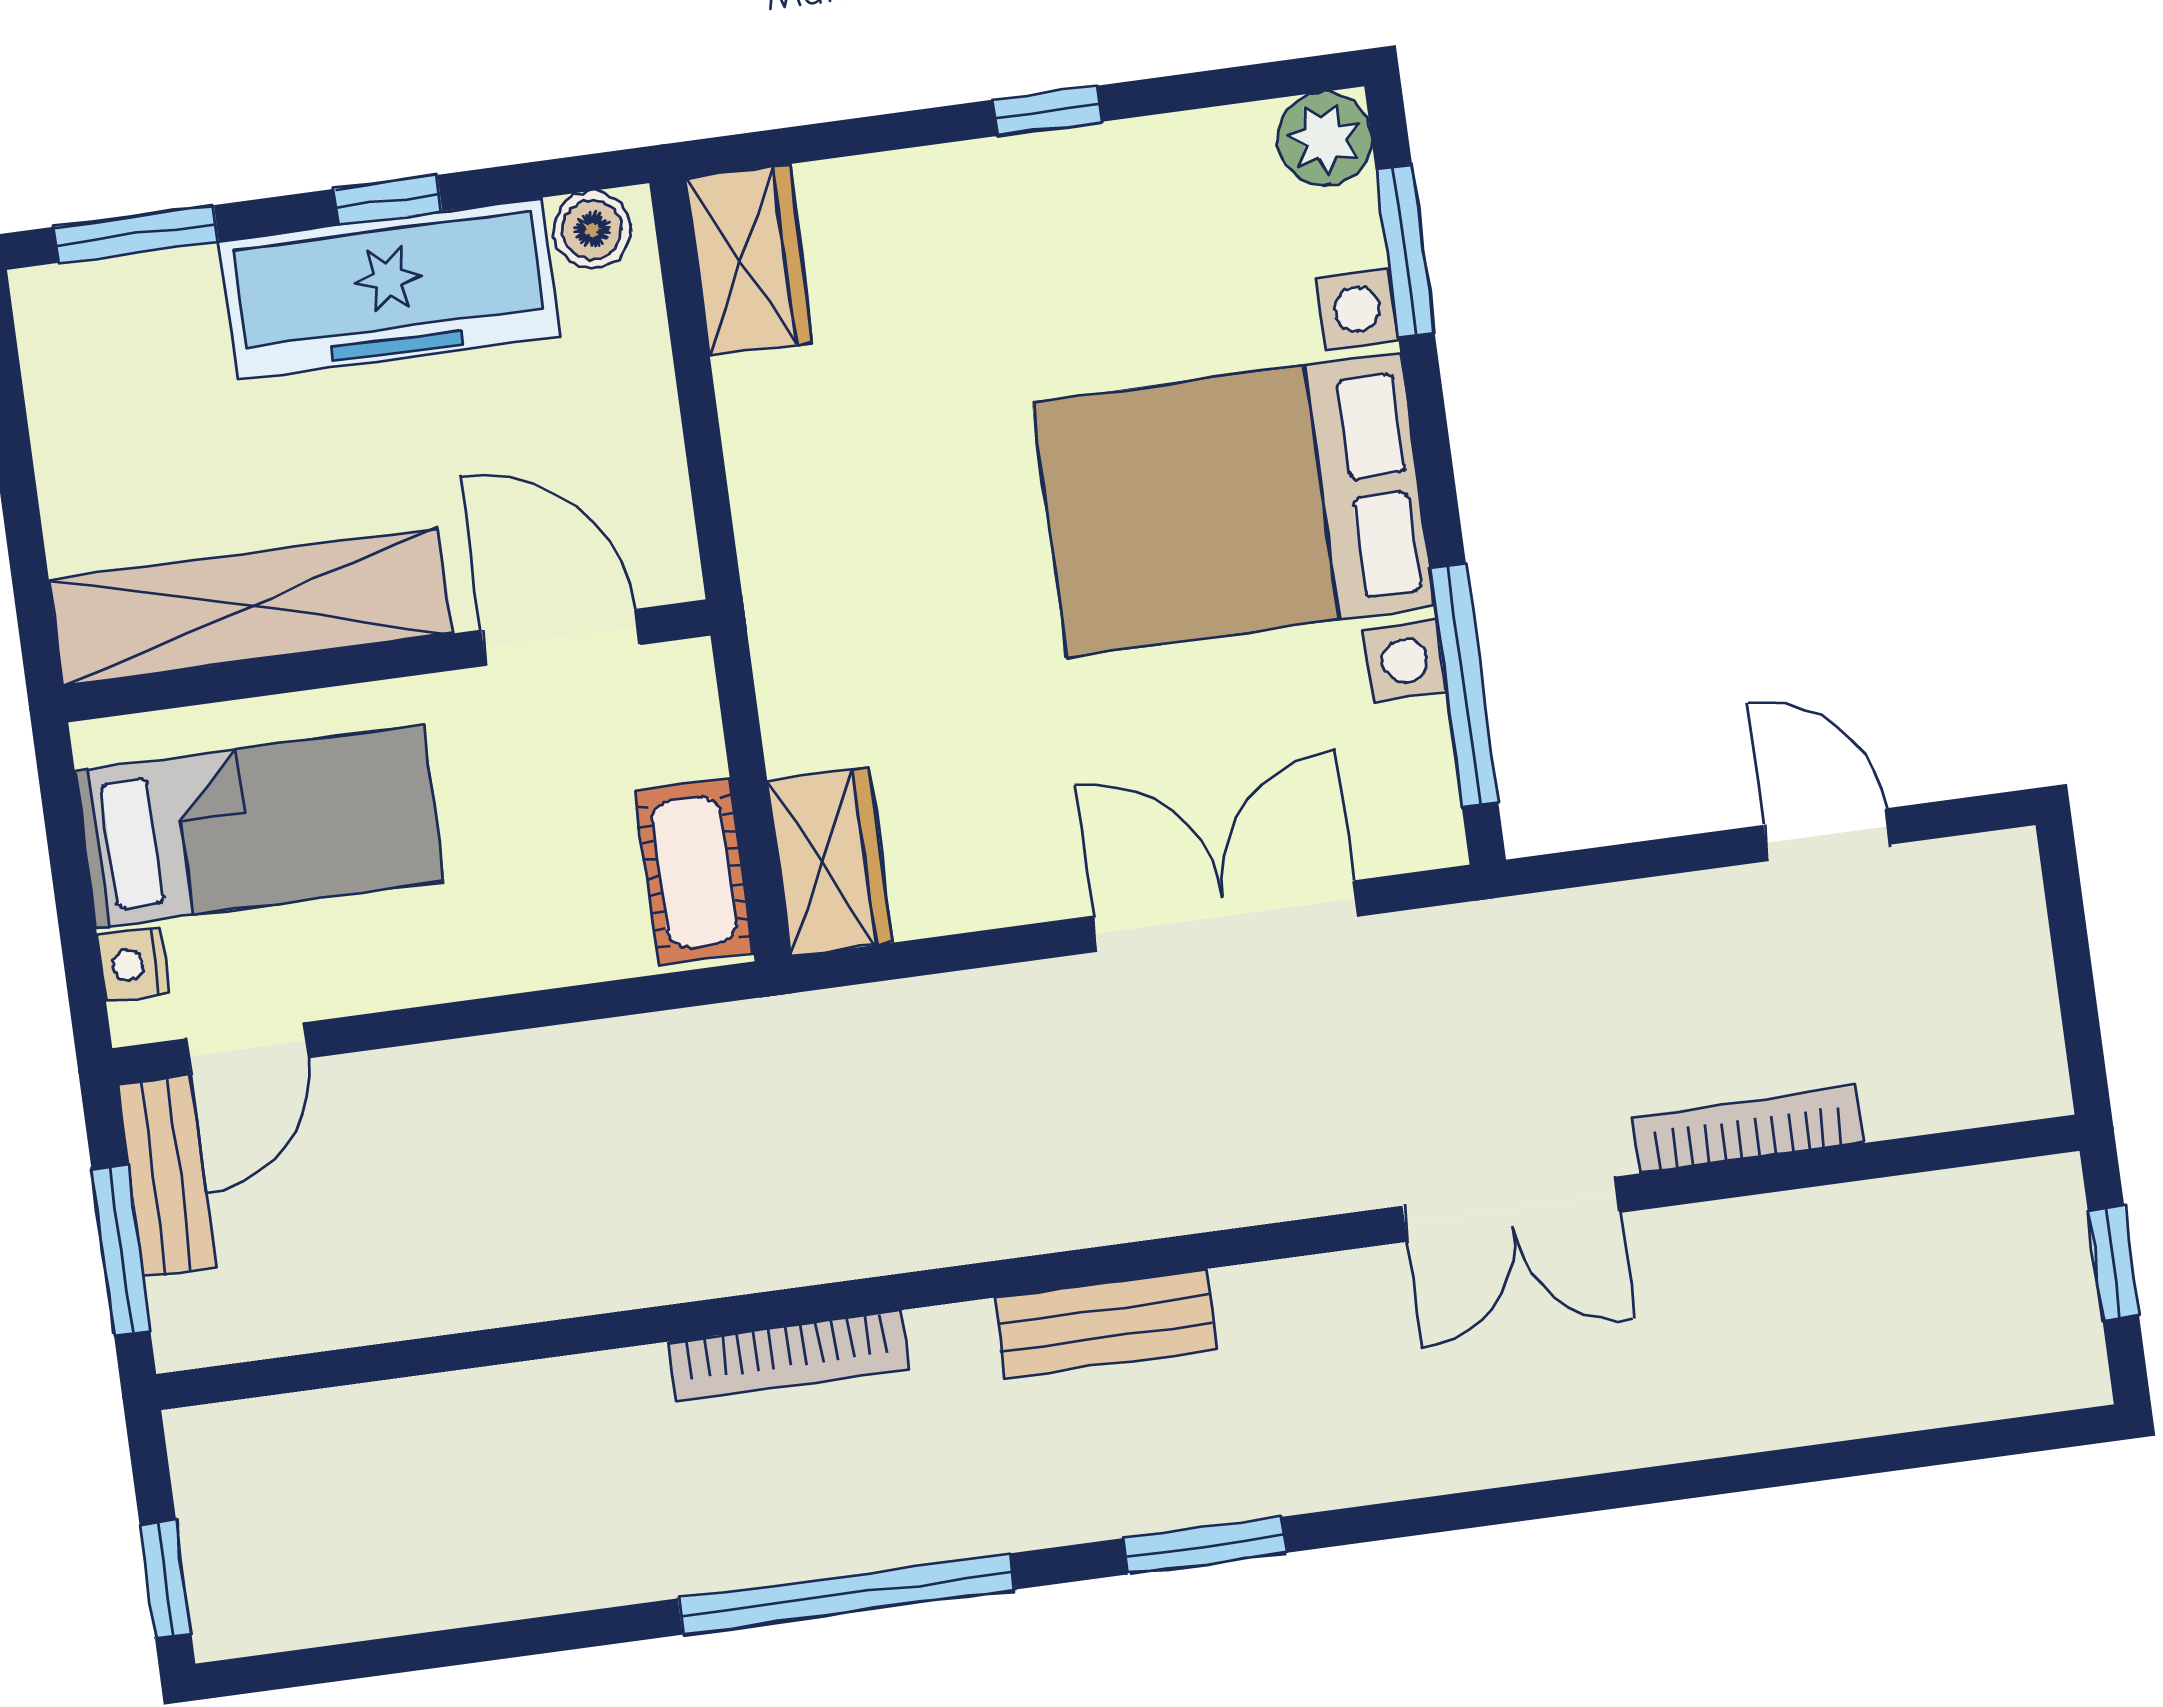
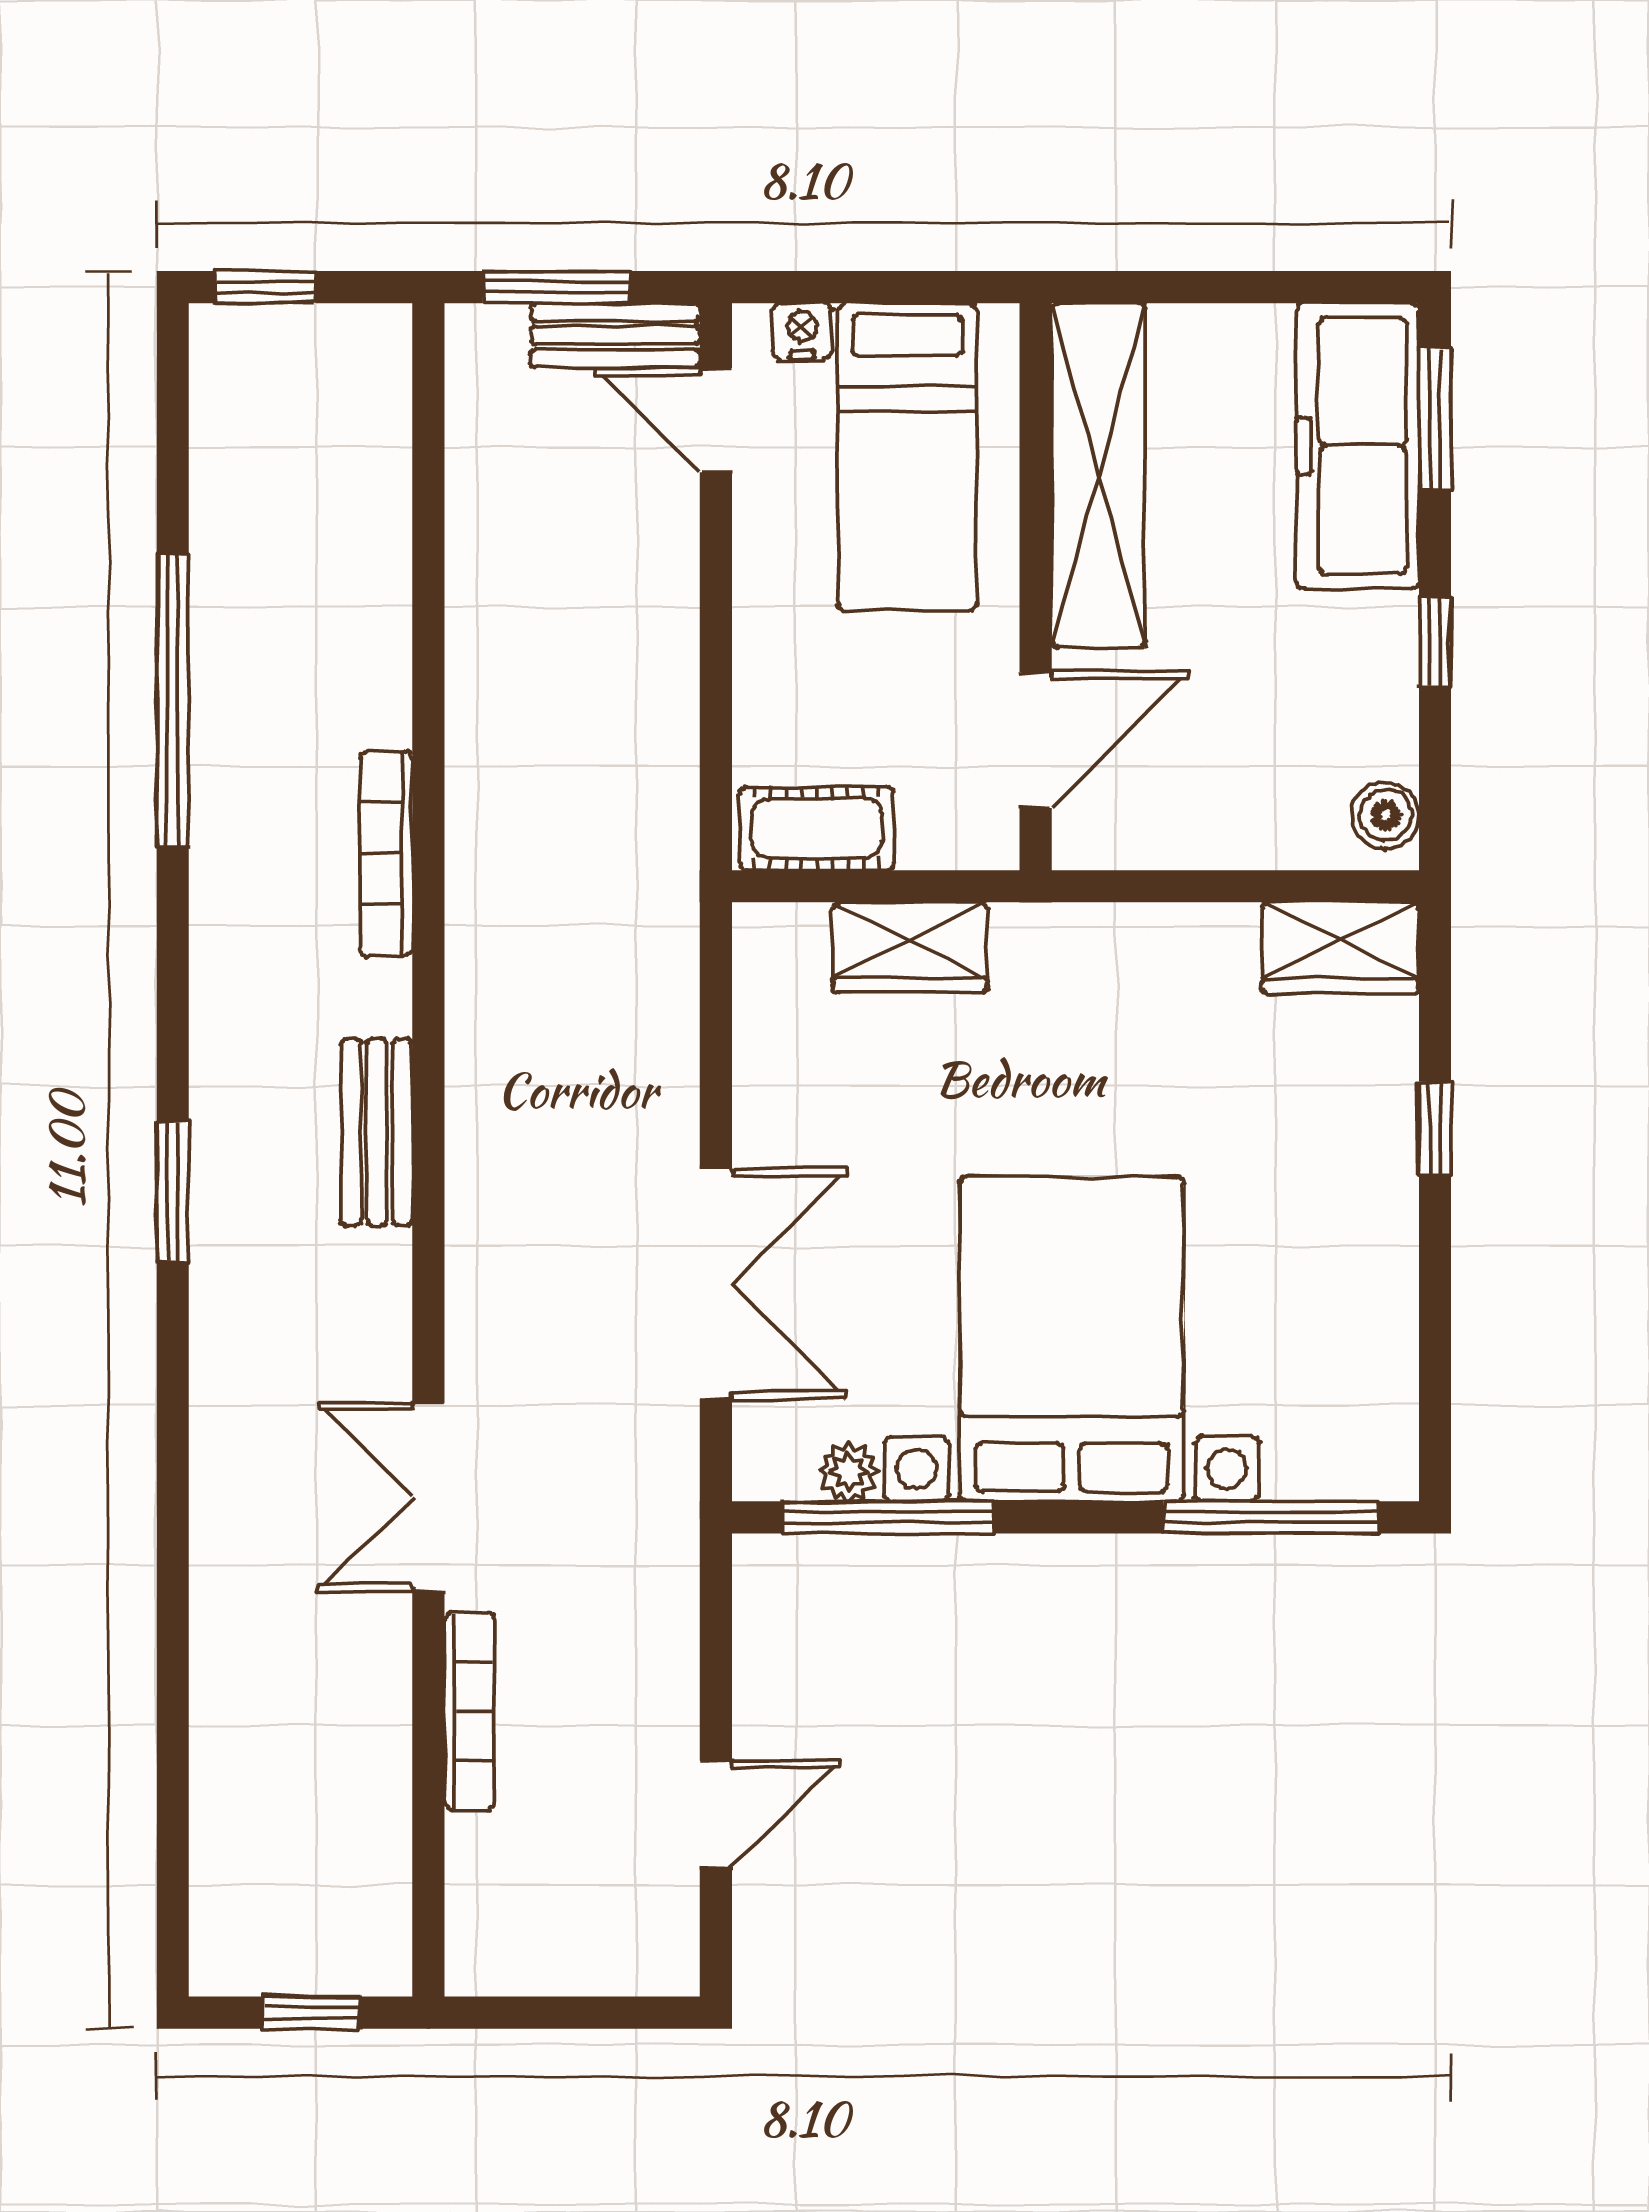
window: (1048, 111) -> (1435, 1128), moved
plant: (1324, 139) -> (849, 1472), moved, width x0.73, depth x0.73
window: (1405, 251) -> (1271, 1517), width x1.44
freezer: (389, 289) -> (1358, 446), moved
wardrobe: (830, 862) -> (910, 947), moved
window: (846, 1594) -> (173, 701), moved

